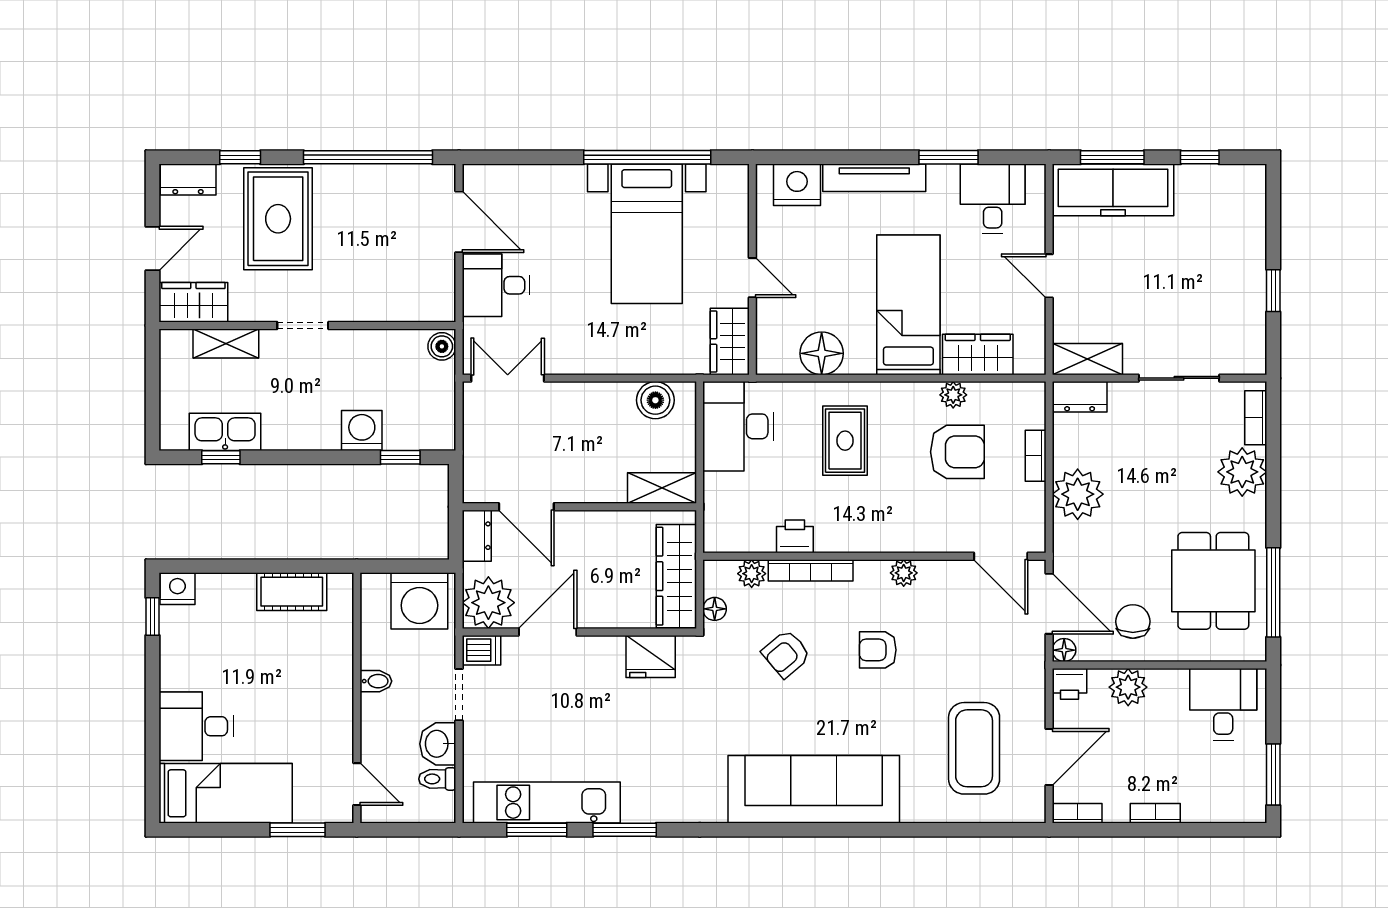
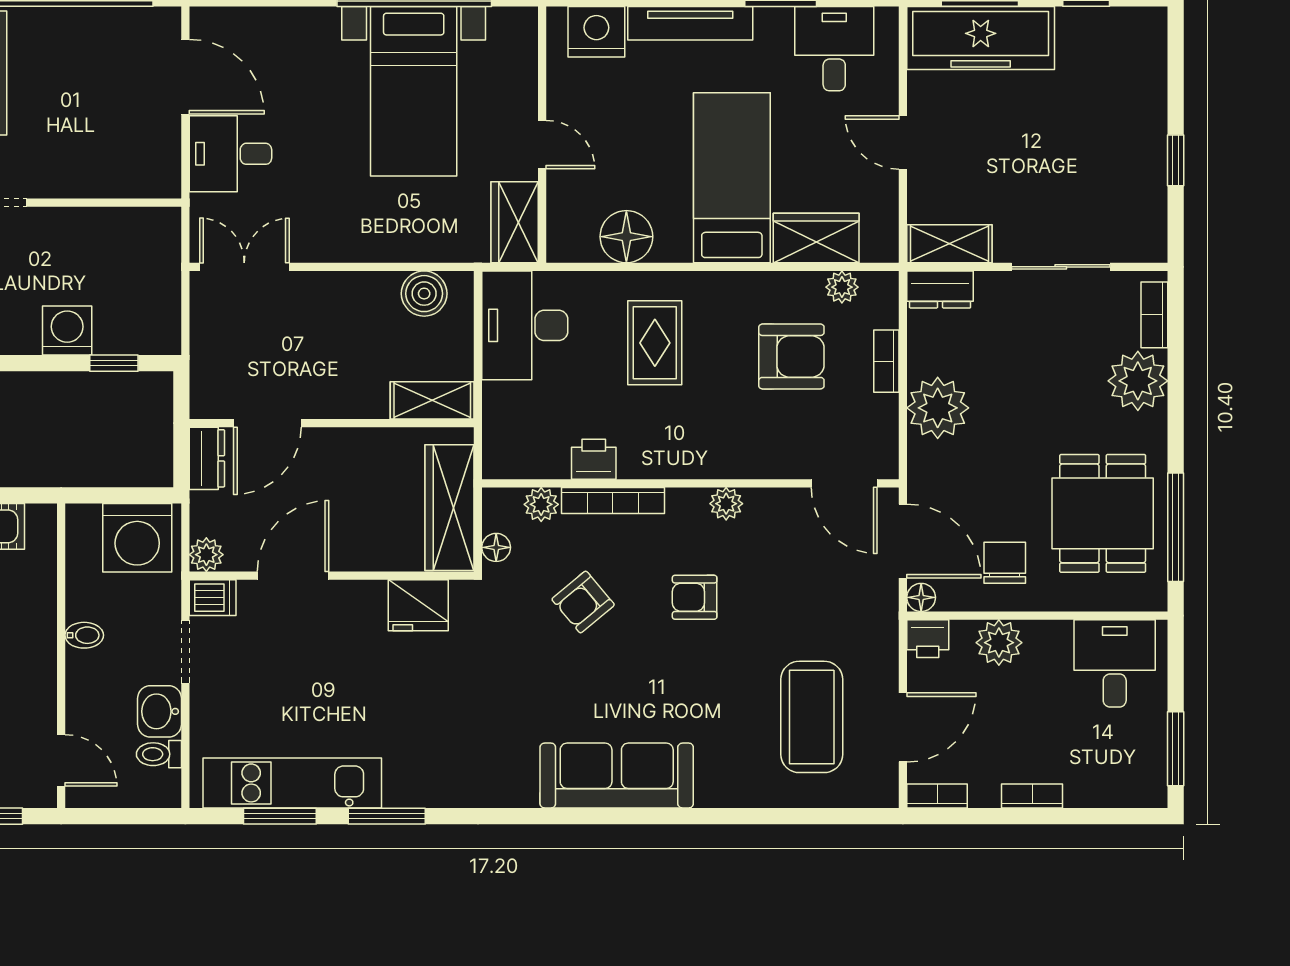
boiler: (442, 346) -> (164, 228), removed
plant: (953, 395) -> (842, 287), moved
door: (526, 507) -> (267, 423), hinge flipped
plant: (488, 603) -> (206, 555), width x0.53, depth x0.53
sofa: (814, 789) -> (617, 776), width x0.74, depth x0.79

